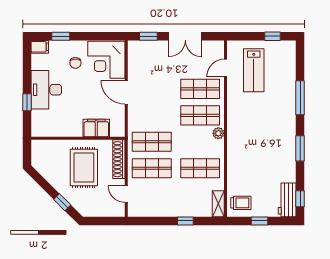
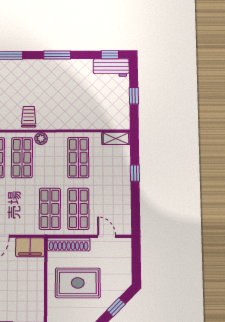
filing cabinet: (96, 128) -> (30, 247), moved, turned -90
door: (126, 194) -> (107, 236), swing flipped
trolley: (241, 203) -> (29, 117), moved

